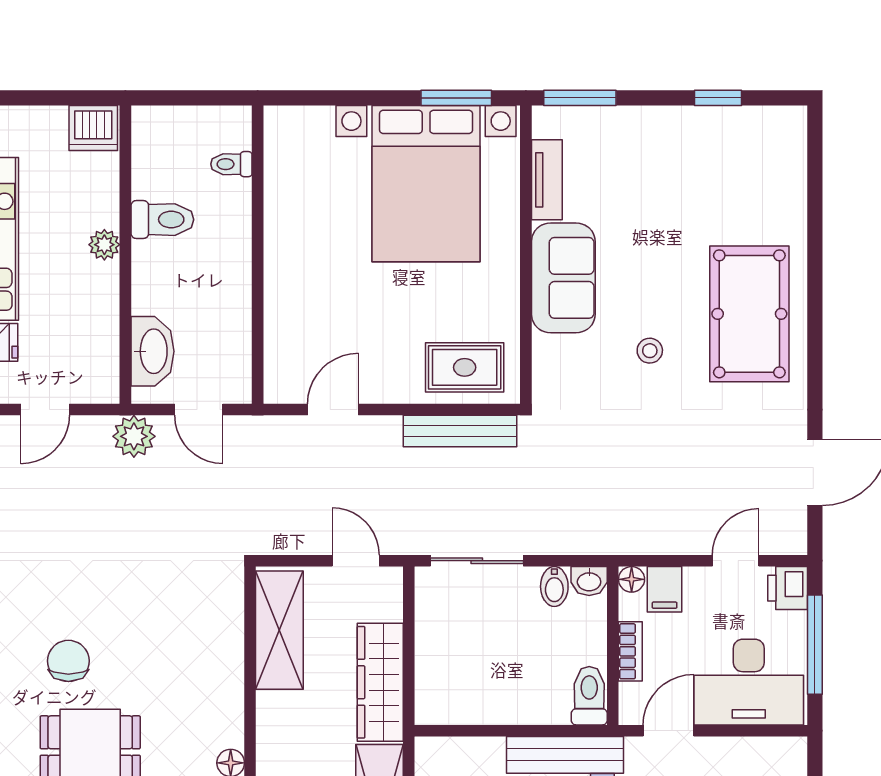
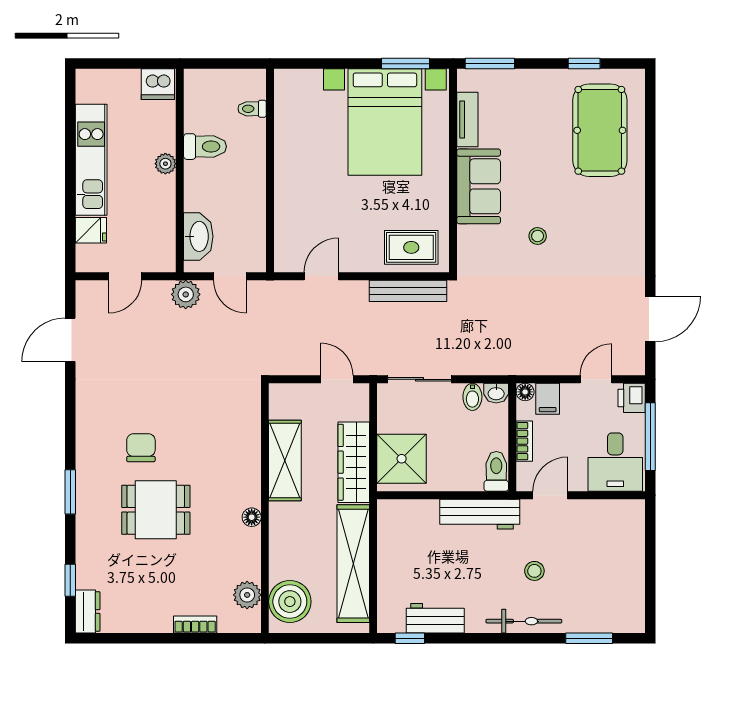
pool table: (749, 314) -> (600, 130), moved
shelving: (279, 630) -> (285, 460), moved
shower: (450, 677) -> (402, 459), added
desk: (749, 682) -> (615, 462), width x0.73

